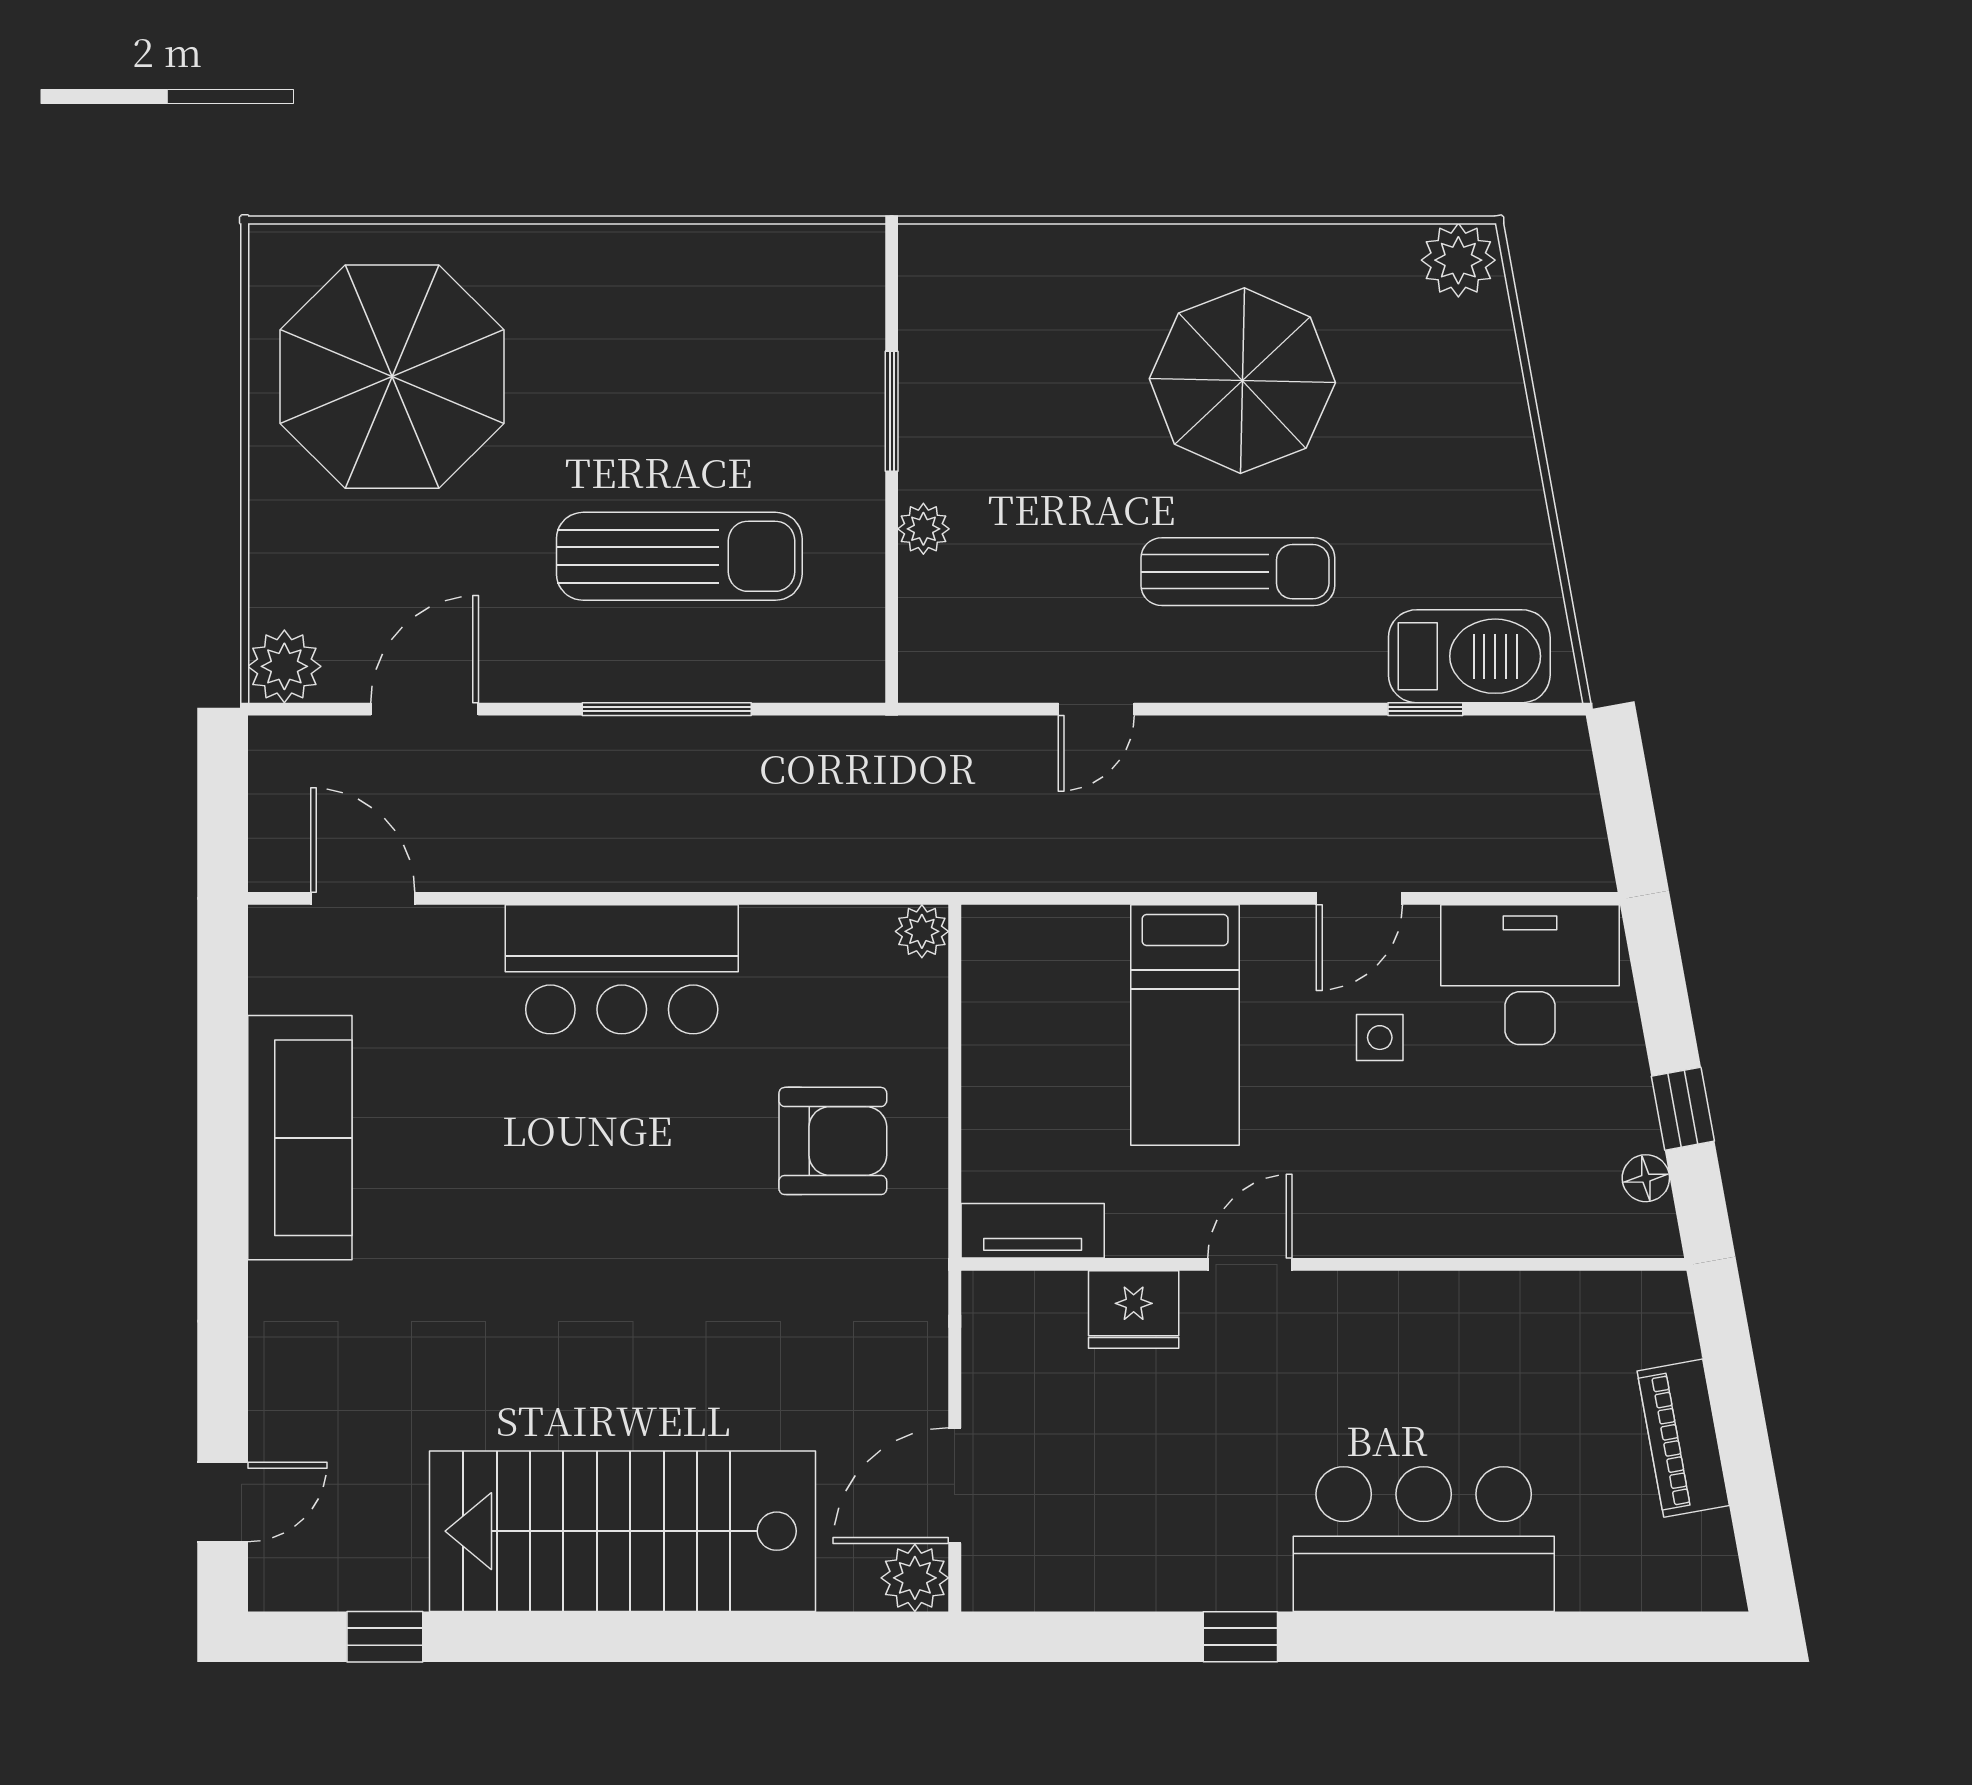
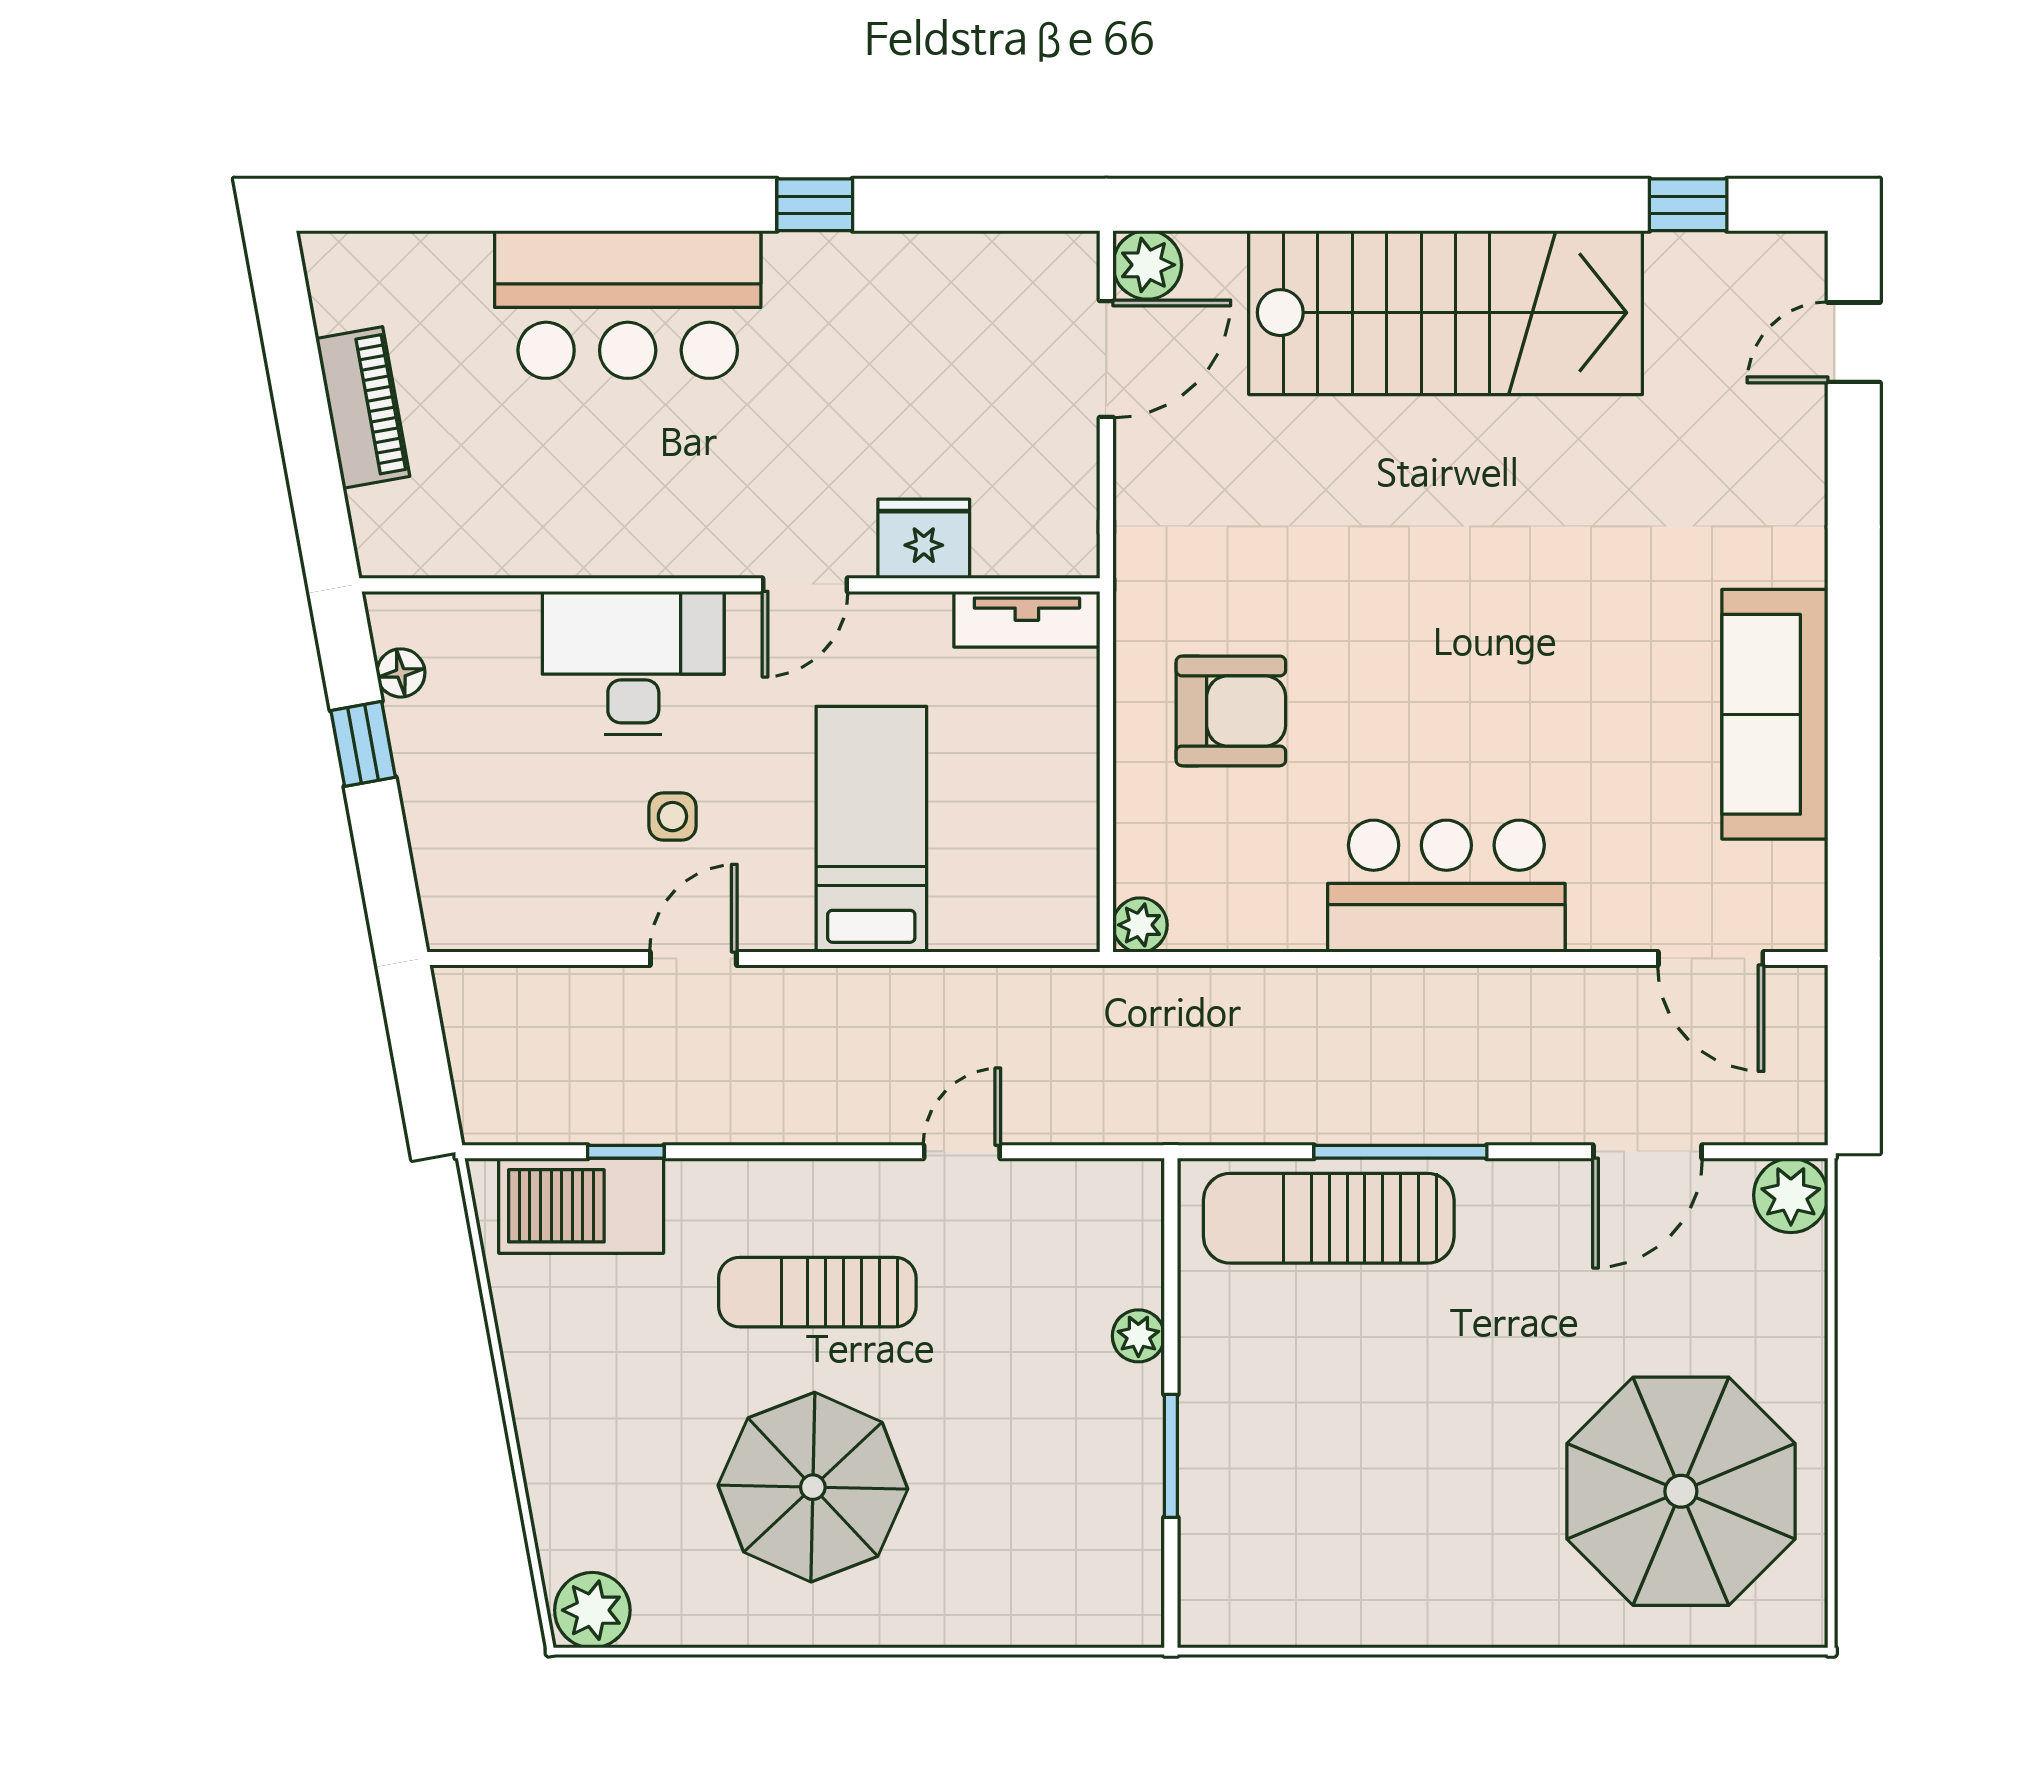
sun lounger: (679, 556) -> (1329, 1218), moved
desk: (1530, 975) -> (633, 663), moved, turned 180
armchair: (833, 1141) -> (1231, 711), turned 180

